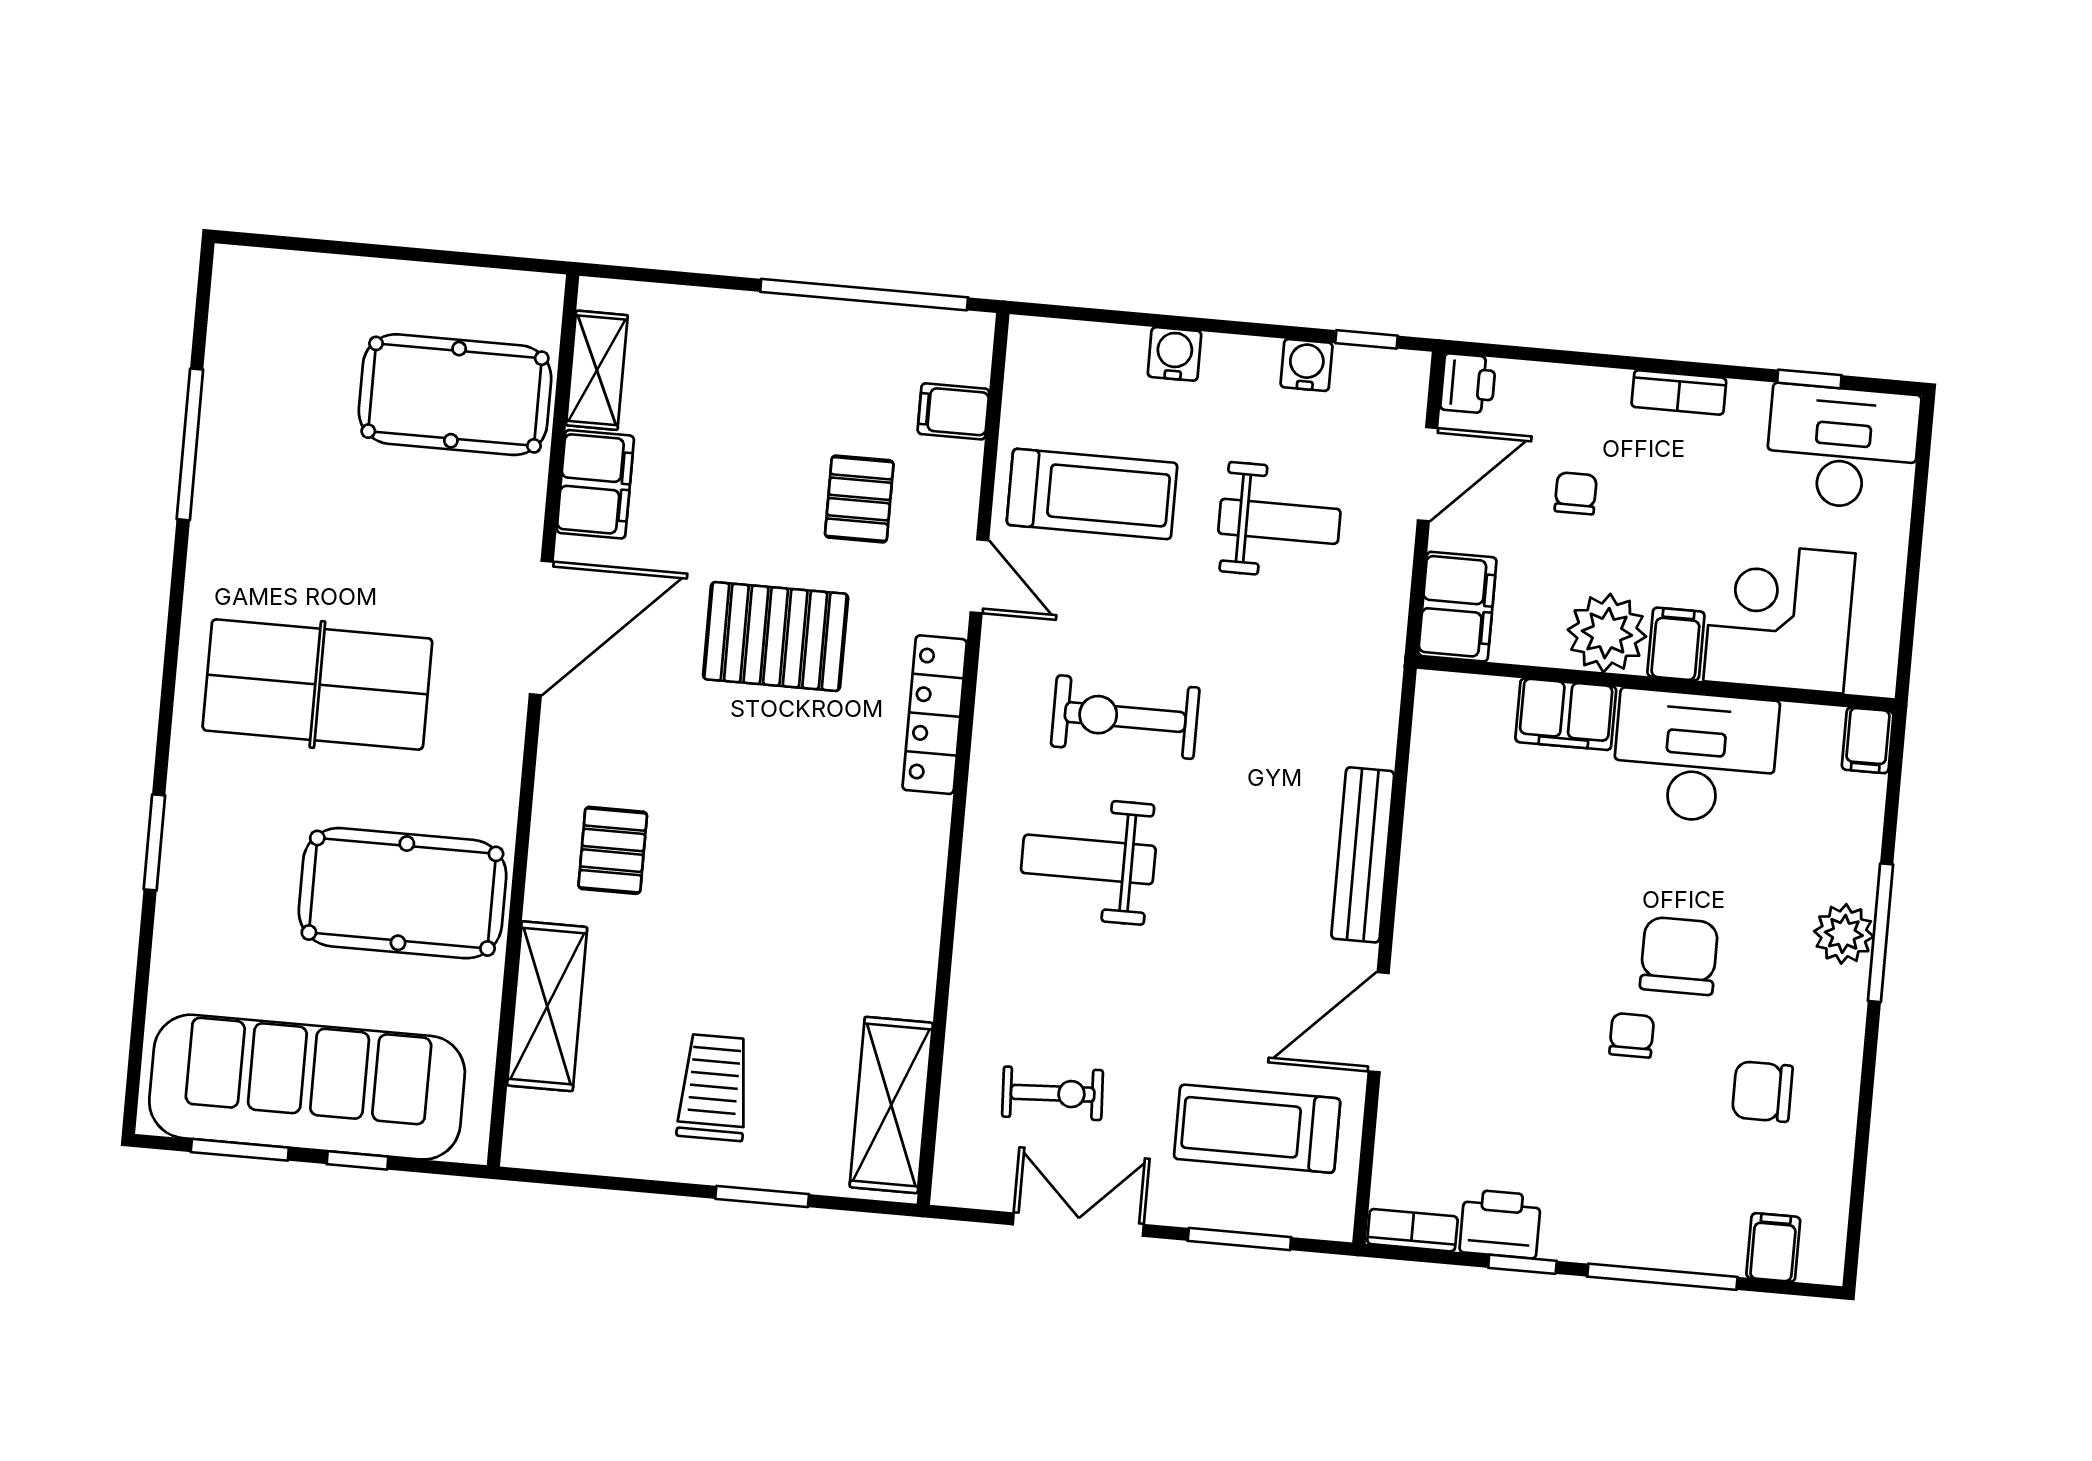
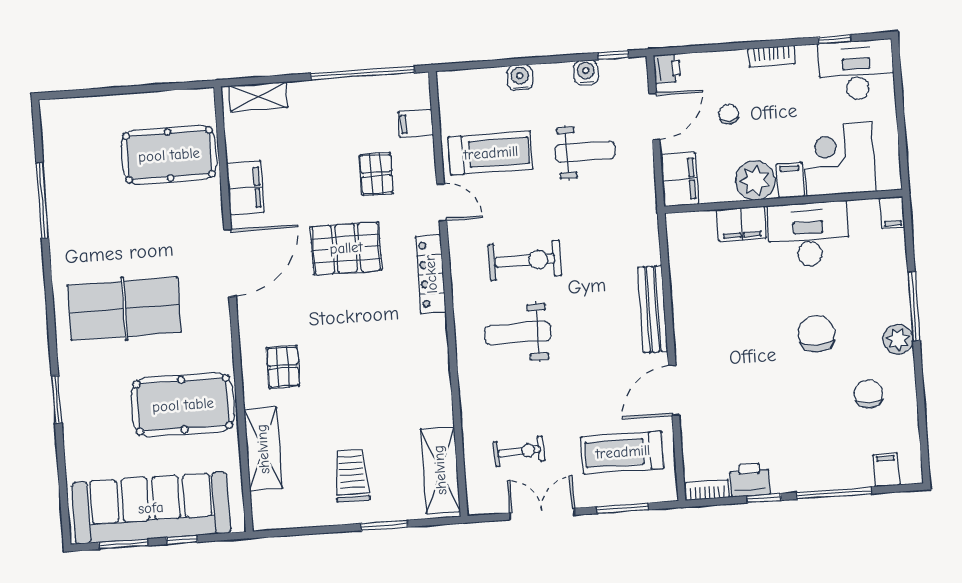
shelving: (597, 370) -> (258, 97), moved, turned 90
exercise bike: (1125, 717) -> (525, 260), turned 180
plant: (1844, 934) -> (898, 339), moved
chair: (1632, 1035) -> (800, 377), removed
chair: (1762, 1091) -> (868, 394), turned 90

